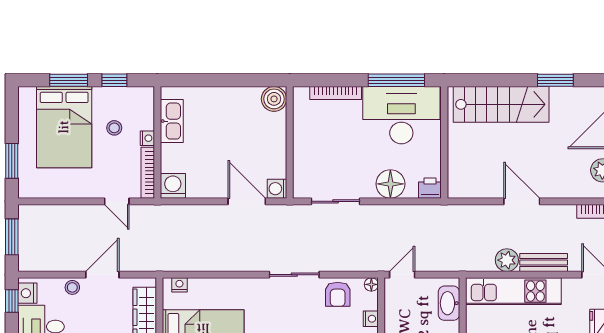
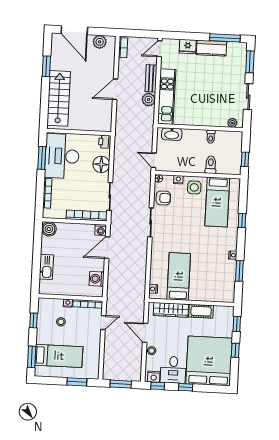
window: (69, 80) -> (32, 357), moved
window: (396, 80) -> (42, 158), width x0.69
kitchen sink: (172, 121) -> (46, 267), moved, turned 90
bed: (64, 127) -> (59, 356), width x0.67
bookcase: (301, 163) -> (87, 215), added
washing machine: (173, 186) -> (97, 279), moved

